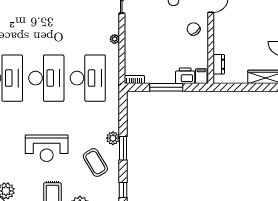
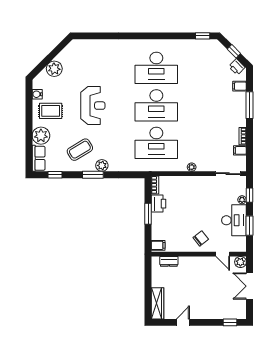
printer: (185, 76) -> (158, 204), moved
window: (166, 87) -> (148, 214), width x0.69
reception desk: (47, 148) -> (93, 106), turned 180

